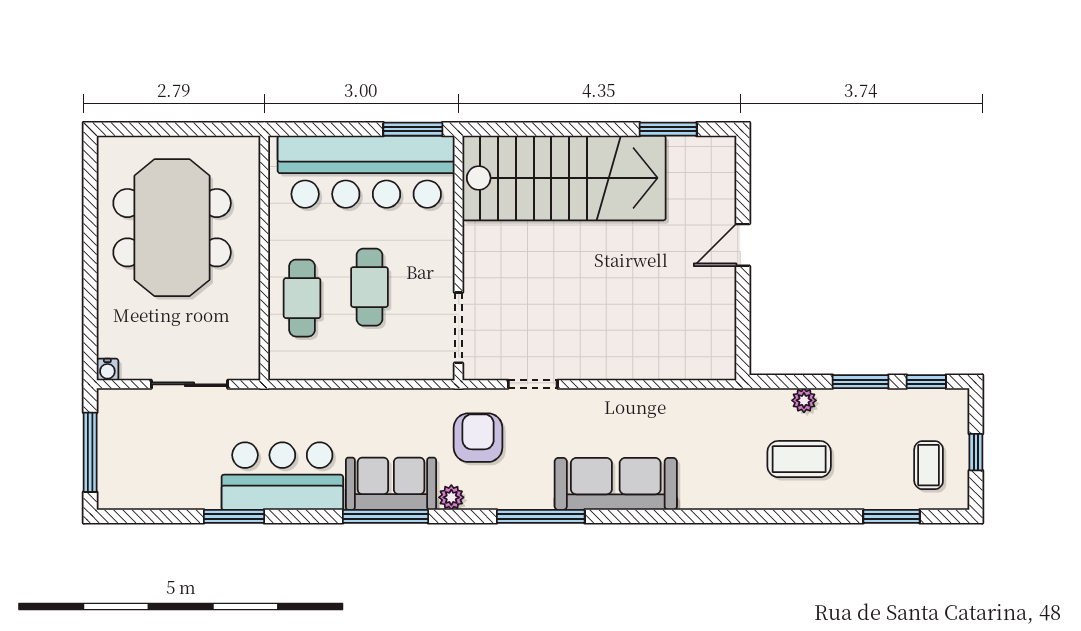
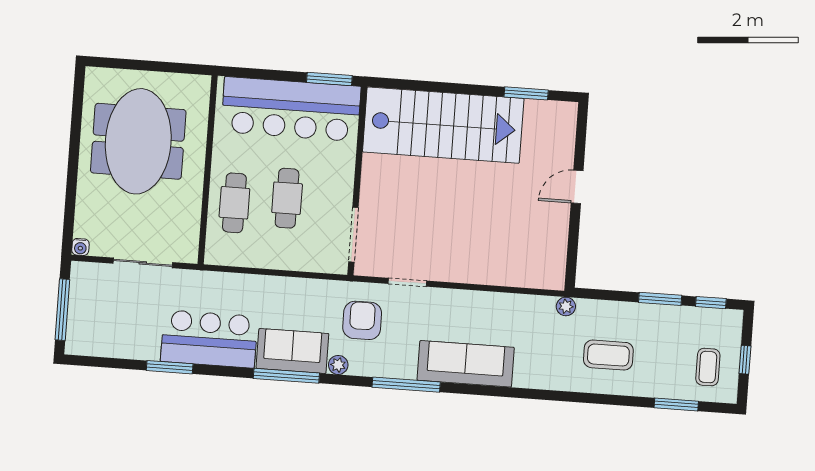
plant: (804, 400) -> (566, 306), moved

